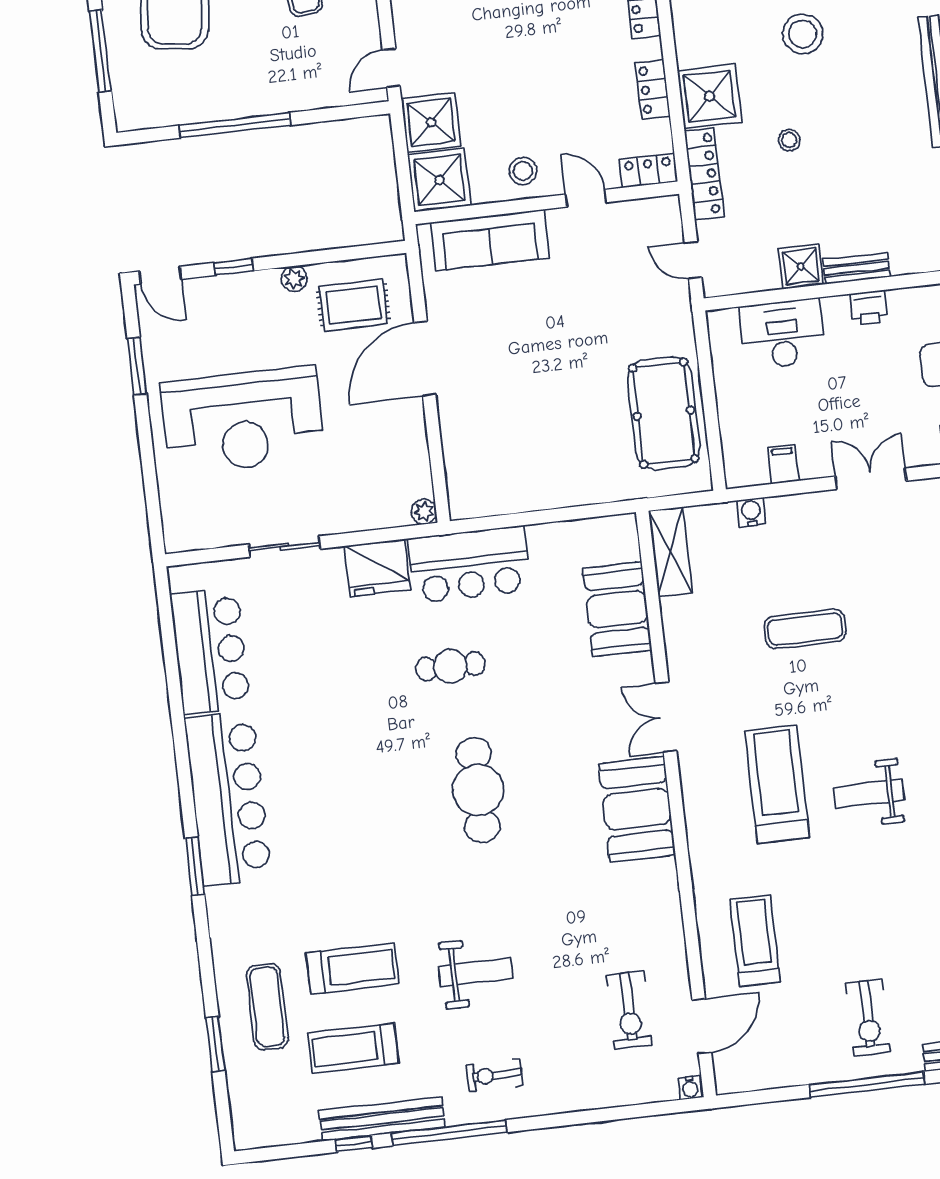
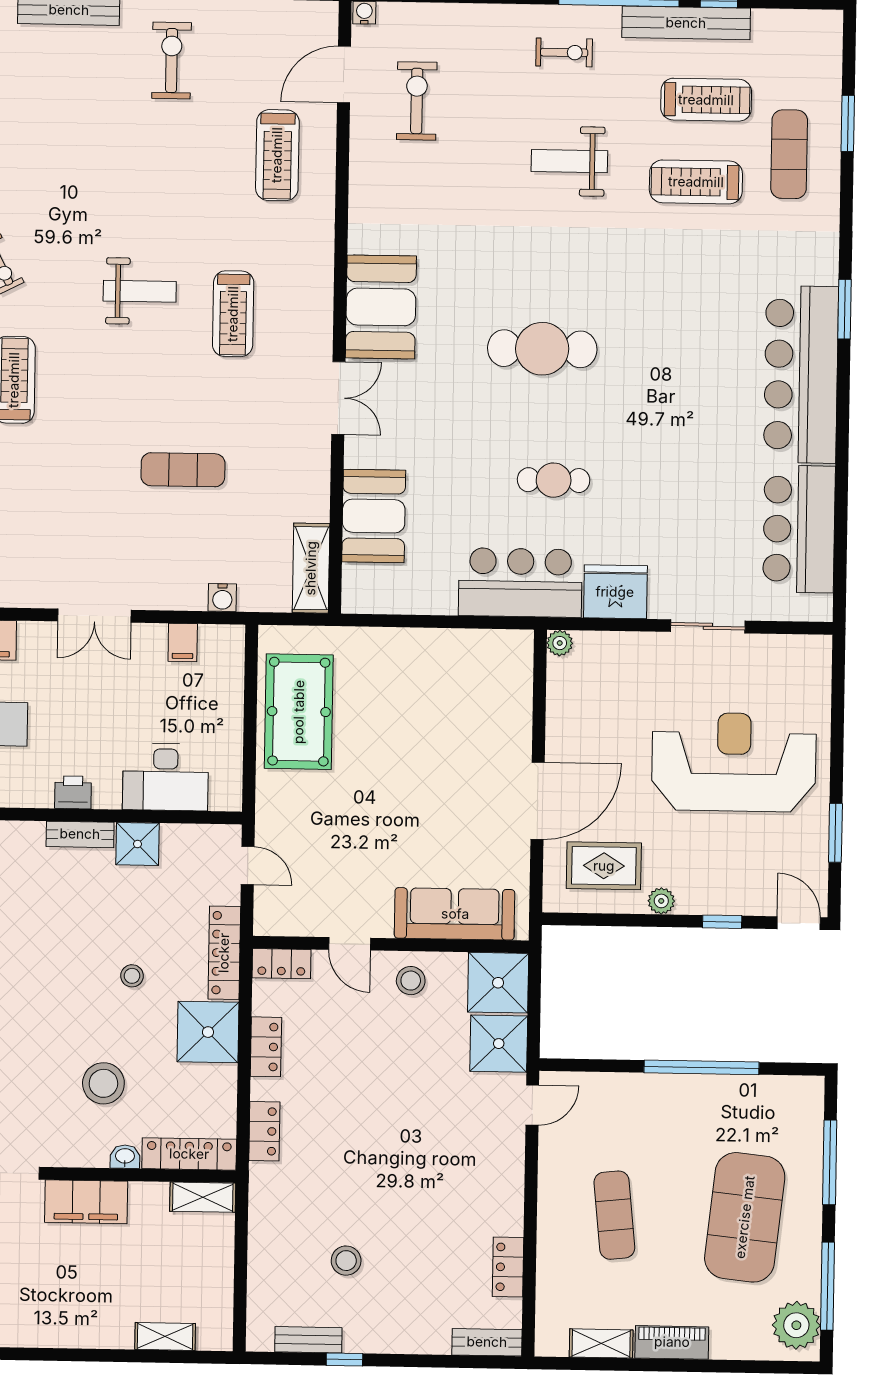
treadmill: (777, 784) -> (233, 314), width x0.73, depth x0.73
cafe table: (478, 790) -> (542, 349), turned 90

